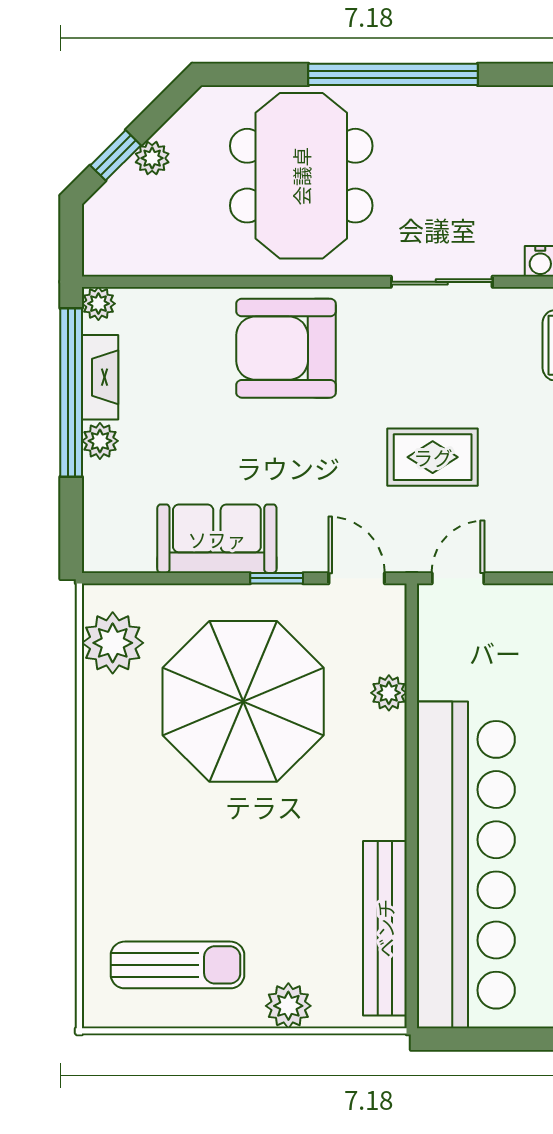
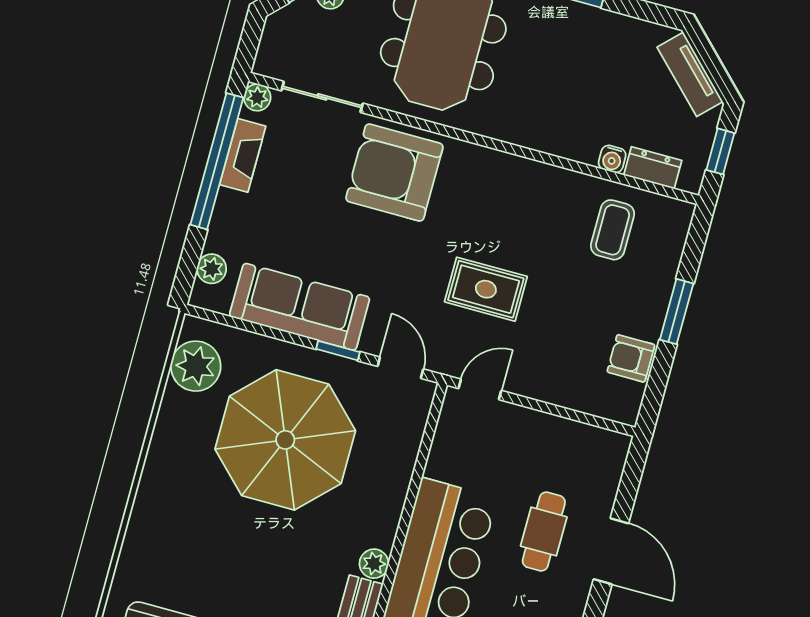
sliding door: (442, 282) -> (322, 97), moved
plant: (100, 441) -> (212, 269), moved
sofa: (217, 539) -> (300, 307), width x1.36
plant: (389, 693) -> (374, 564), moved

